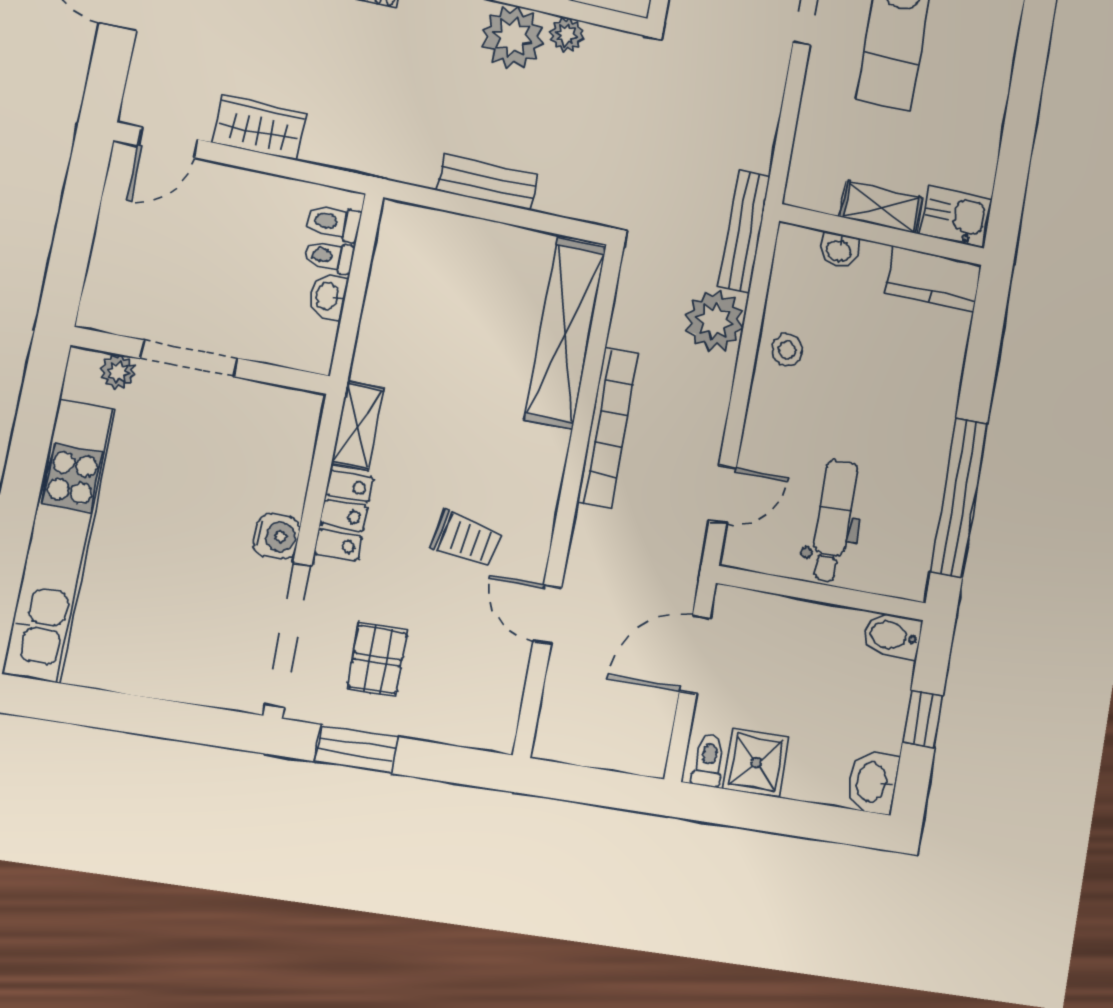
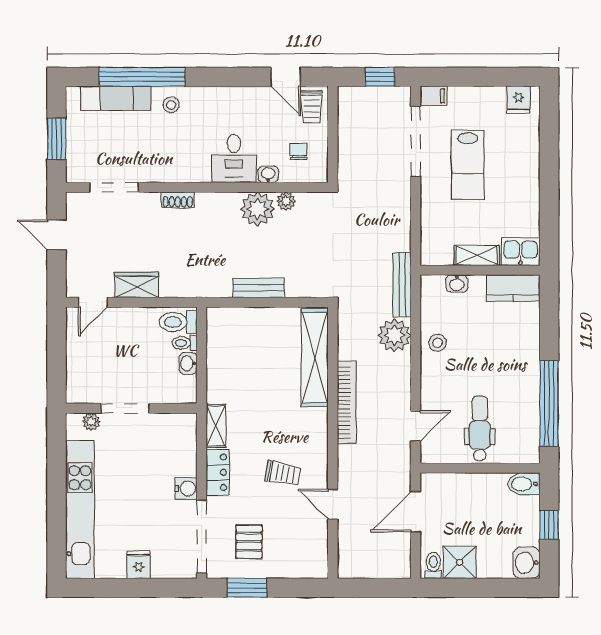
toilet: (333, 222) -> (178, 322), width x1.37, depth x1.39
fridge: (154, 670) -> (139, 565), added

